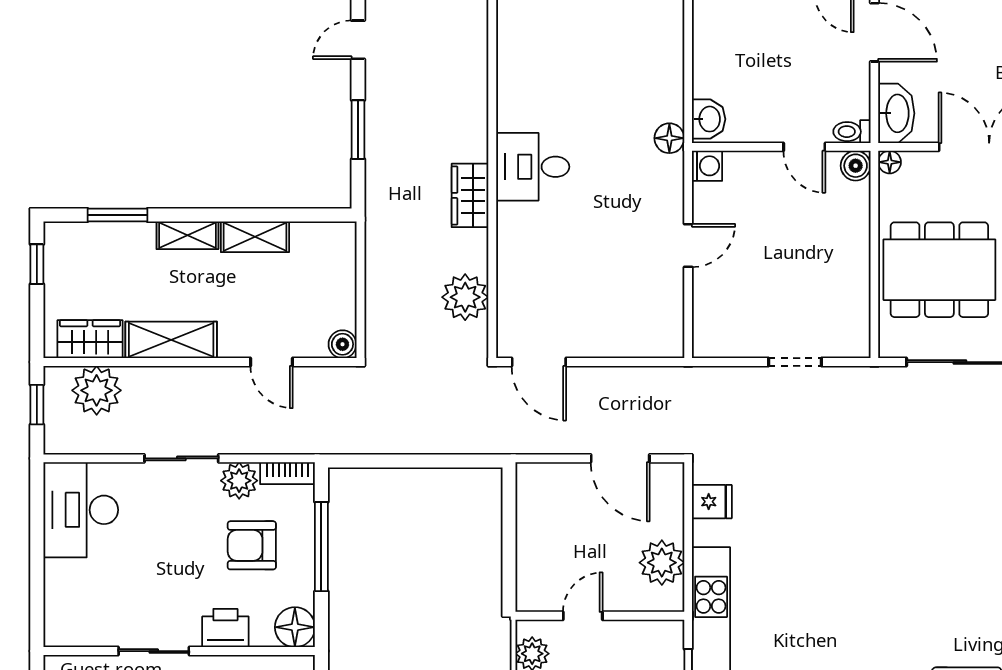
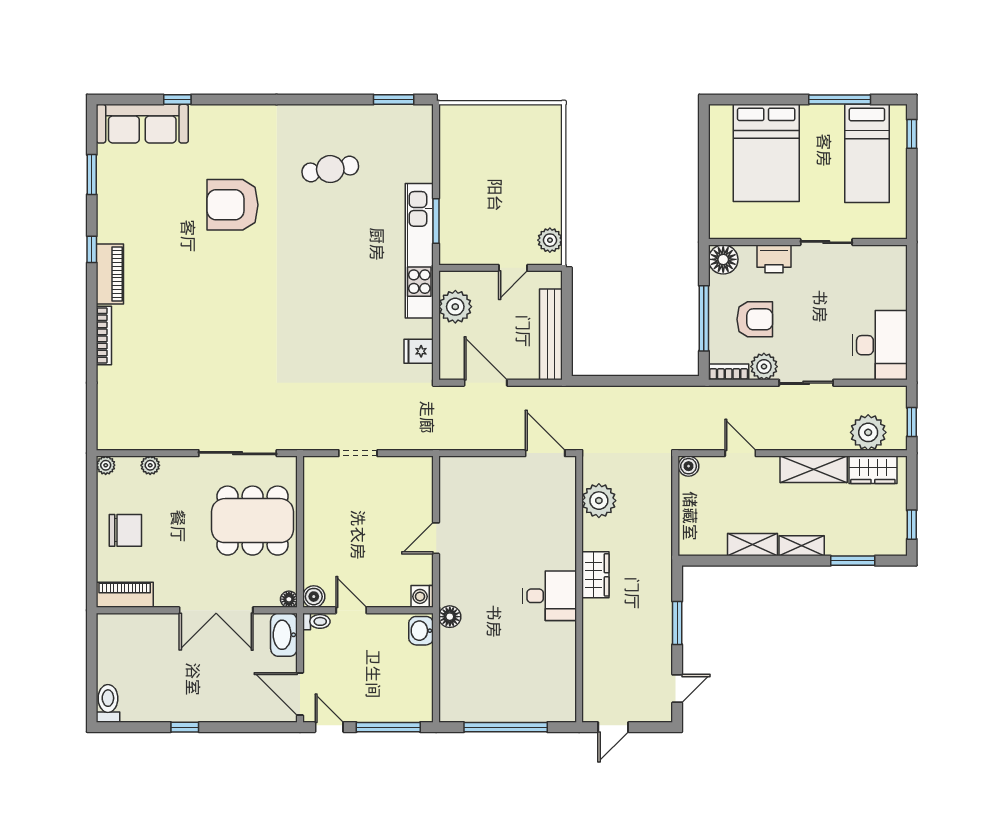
bench: (531, 525) -> (551, 334), added

